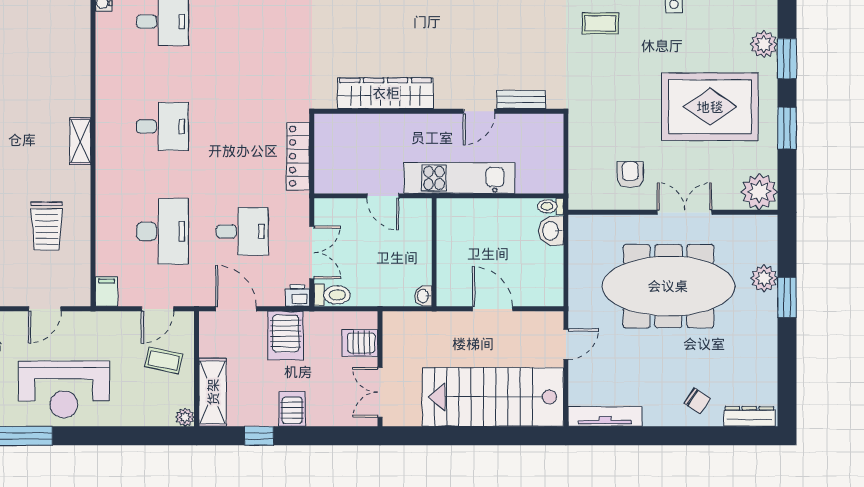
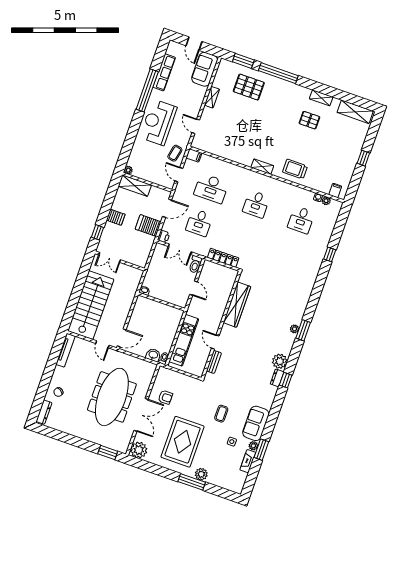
coffee table: (600, 23) -> (221, 414), moved
window: (787, 59) -> (192, 482), width x1.44
window: (787, 128) -> (162, 471), removed
kitchen unit: (459, 178) -> (184, 340), moved
door: (383, 196) -> (193, 288), swing flipped
double door: (685, 212) -> (141, 415), width x1.37
trolley: (47, 226) -> (295, 169), moved
plant: (764, 278) -> (101, 439), removed
toilet: (332, 295) -> (195, 264), moved
window: (787, 297) -> (108, 453), moved
door: (493, 309) -> (122, 338), moved
server rack: (360, 343) -> (134, 256), removed
coffee table: (164, 361) -> (175, 153), moved
double door: (380, 392) -> (110, 257), swing flipped
window: (259, 436) -> (98, 232), moved

